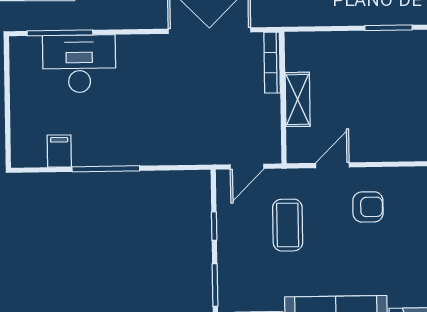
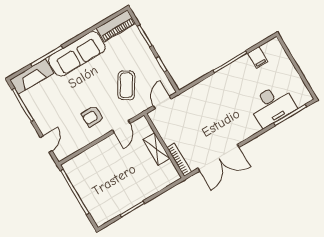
coffee table: (288, 225) -> (126, 85), turned 32

